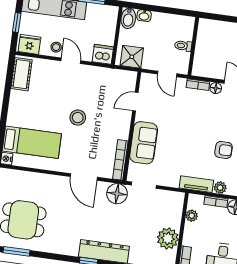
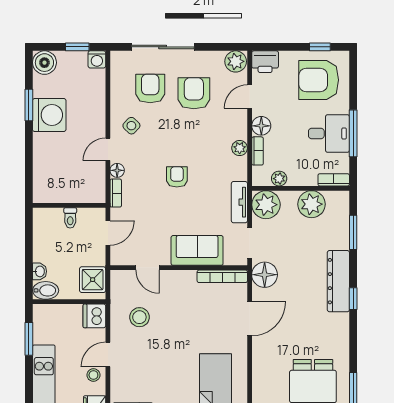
stool: (78, 118) -> (139, 317), moved
armchair: (224, 150) -> (177, 177), moved
tv unit: (196, 184) -> (239, 202), moved
plant: (172, 202) -> (266, 205), added

